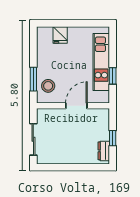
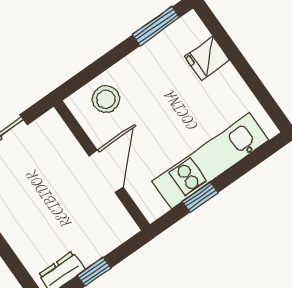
window: (33, 79) -> (156, 26), moved
door: (76, 106) -> (106, 171), hinge flipped

